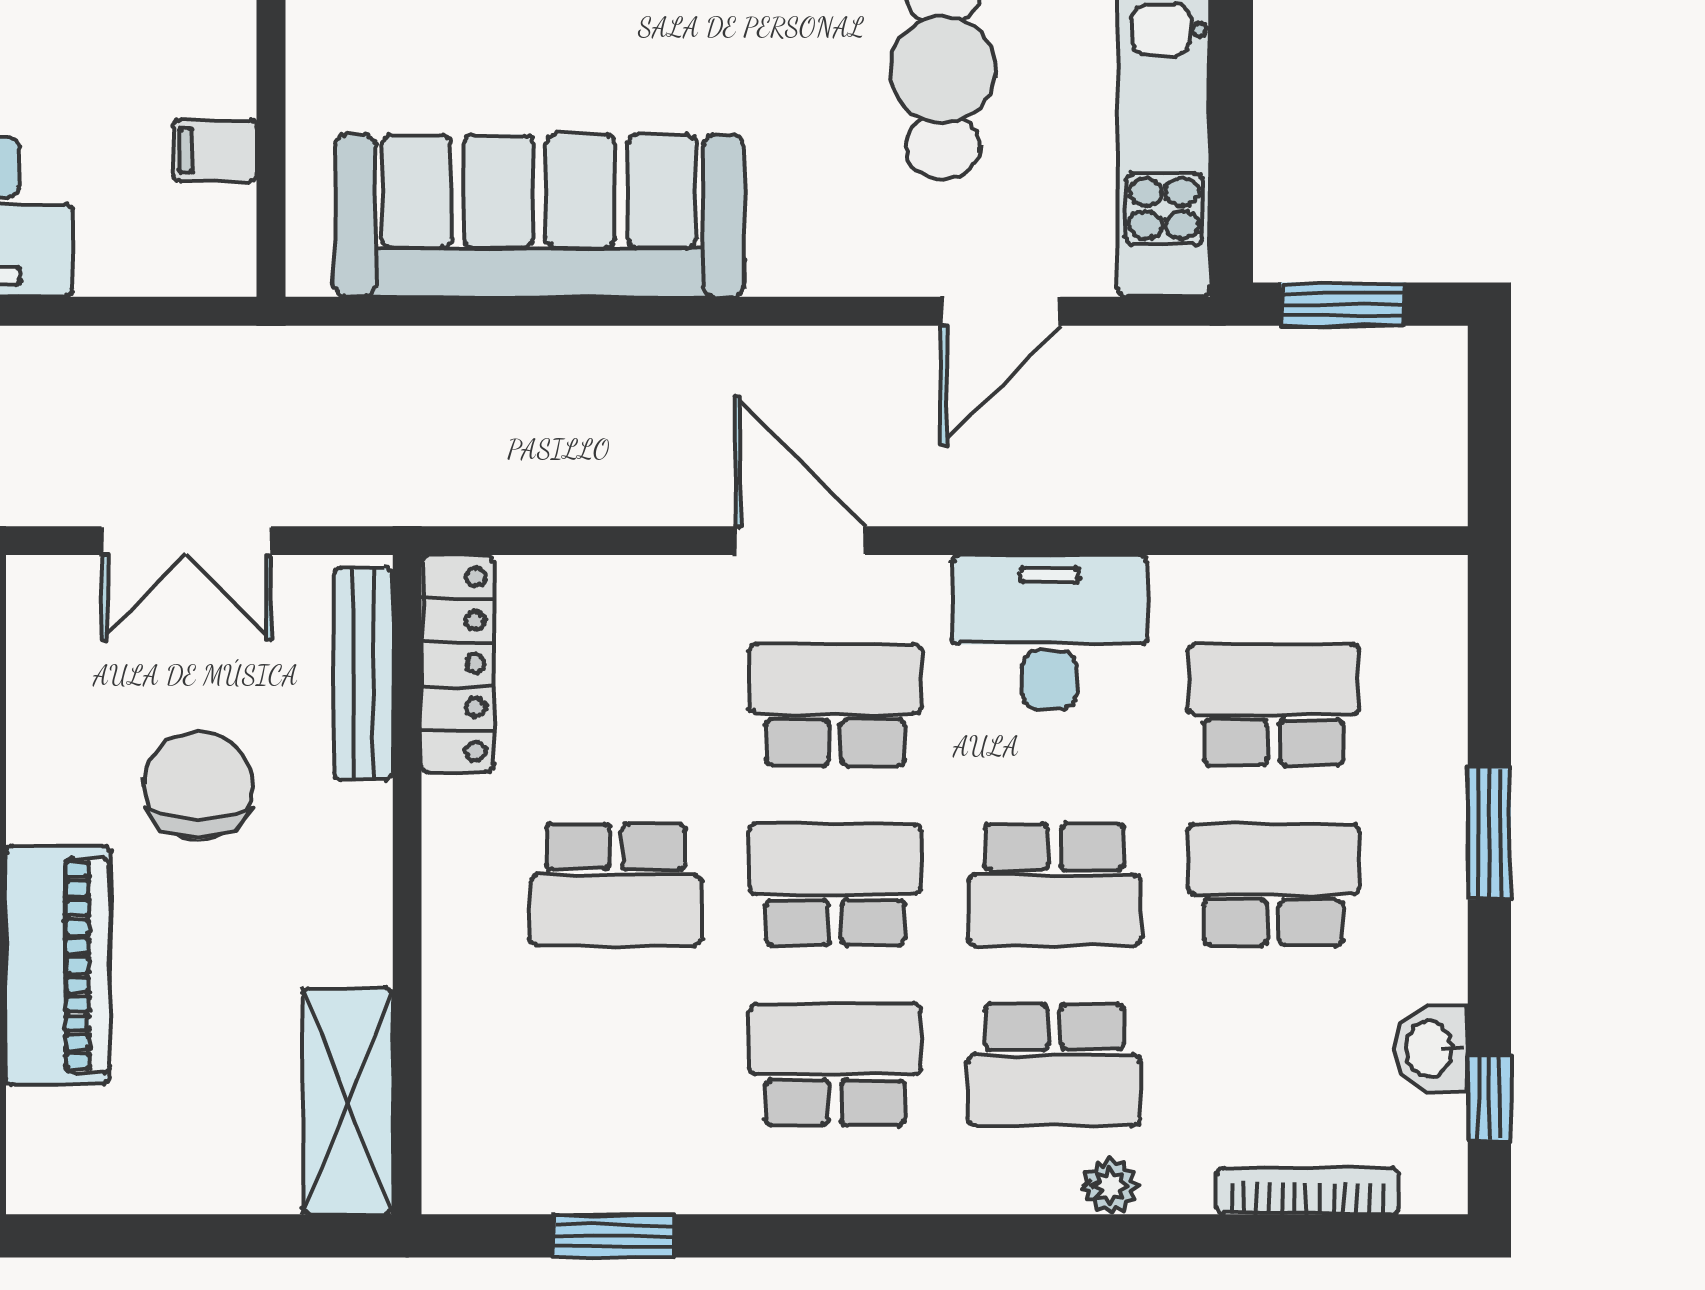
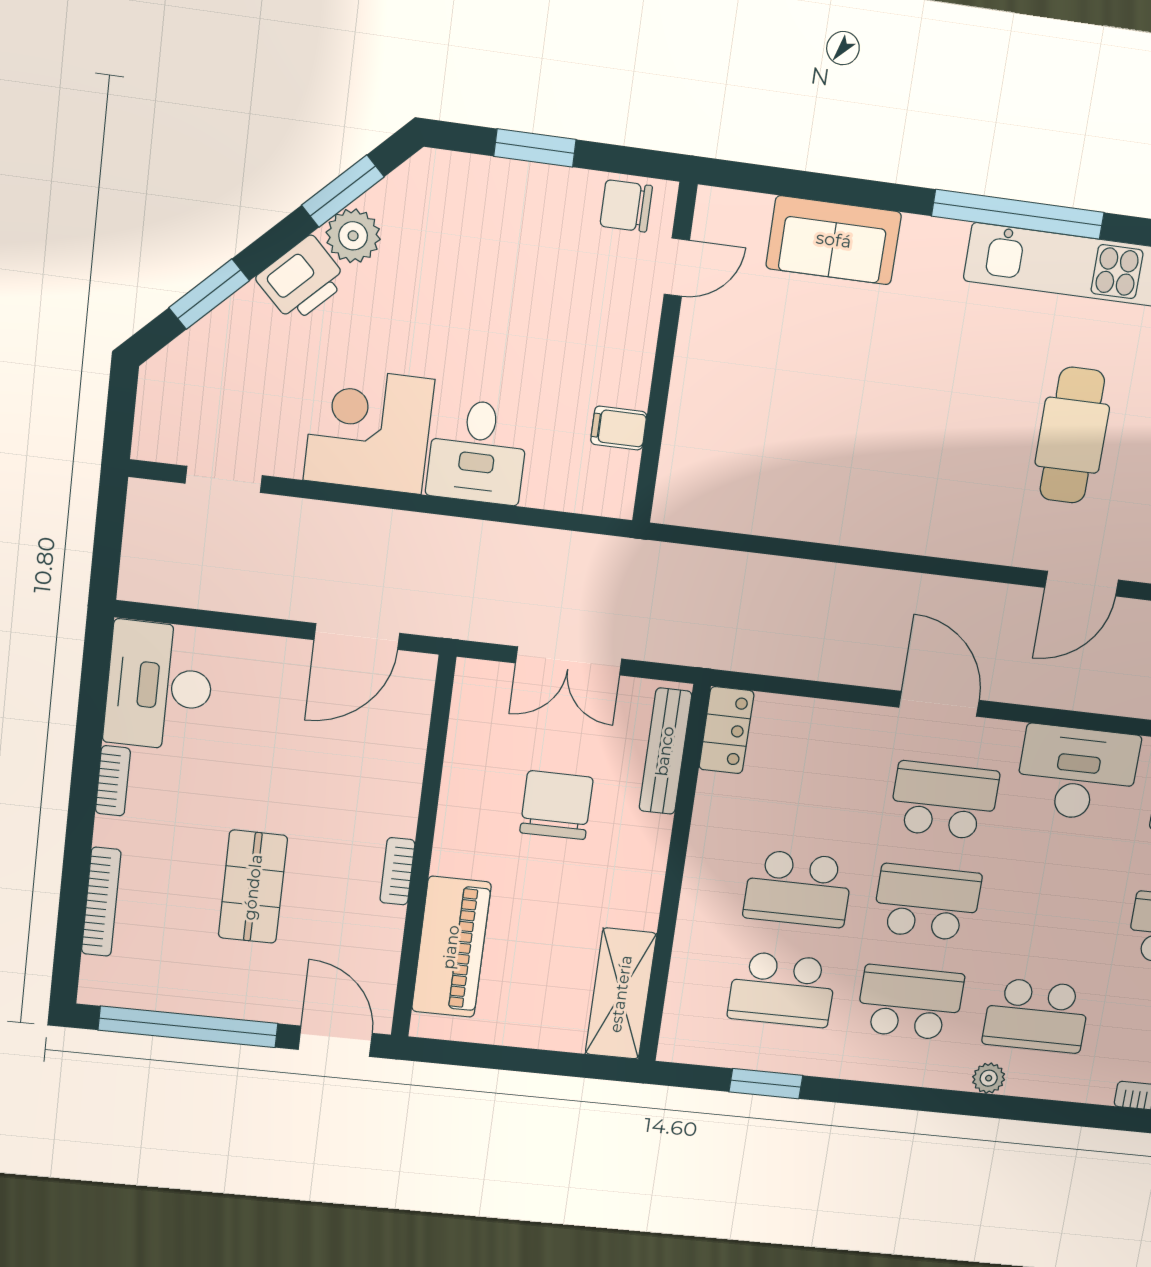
sofa: (539, 216) -> (813, 493), removed
locker: (458, 664) -> (726, 730), width x0.66
school desk: (1054, 885) -> (782, 989), moved
piano: (58, 965) -> (451, 947), moved
plant: (1110, 1186) -> (989, 1078), moved

